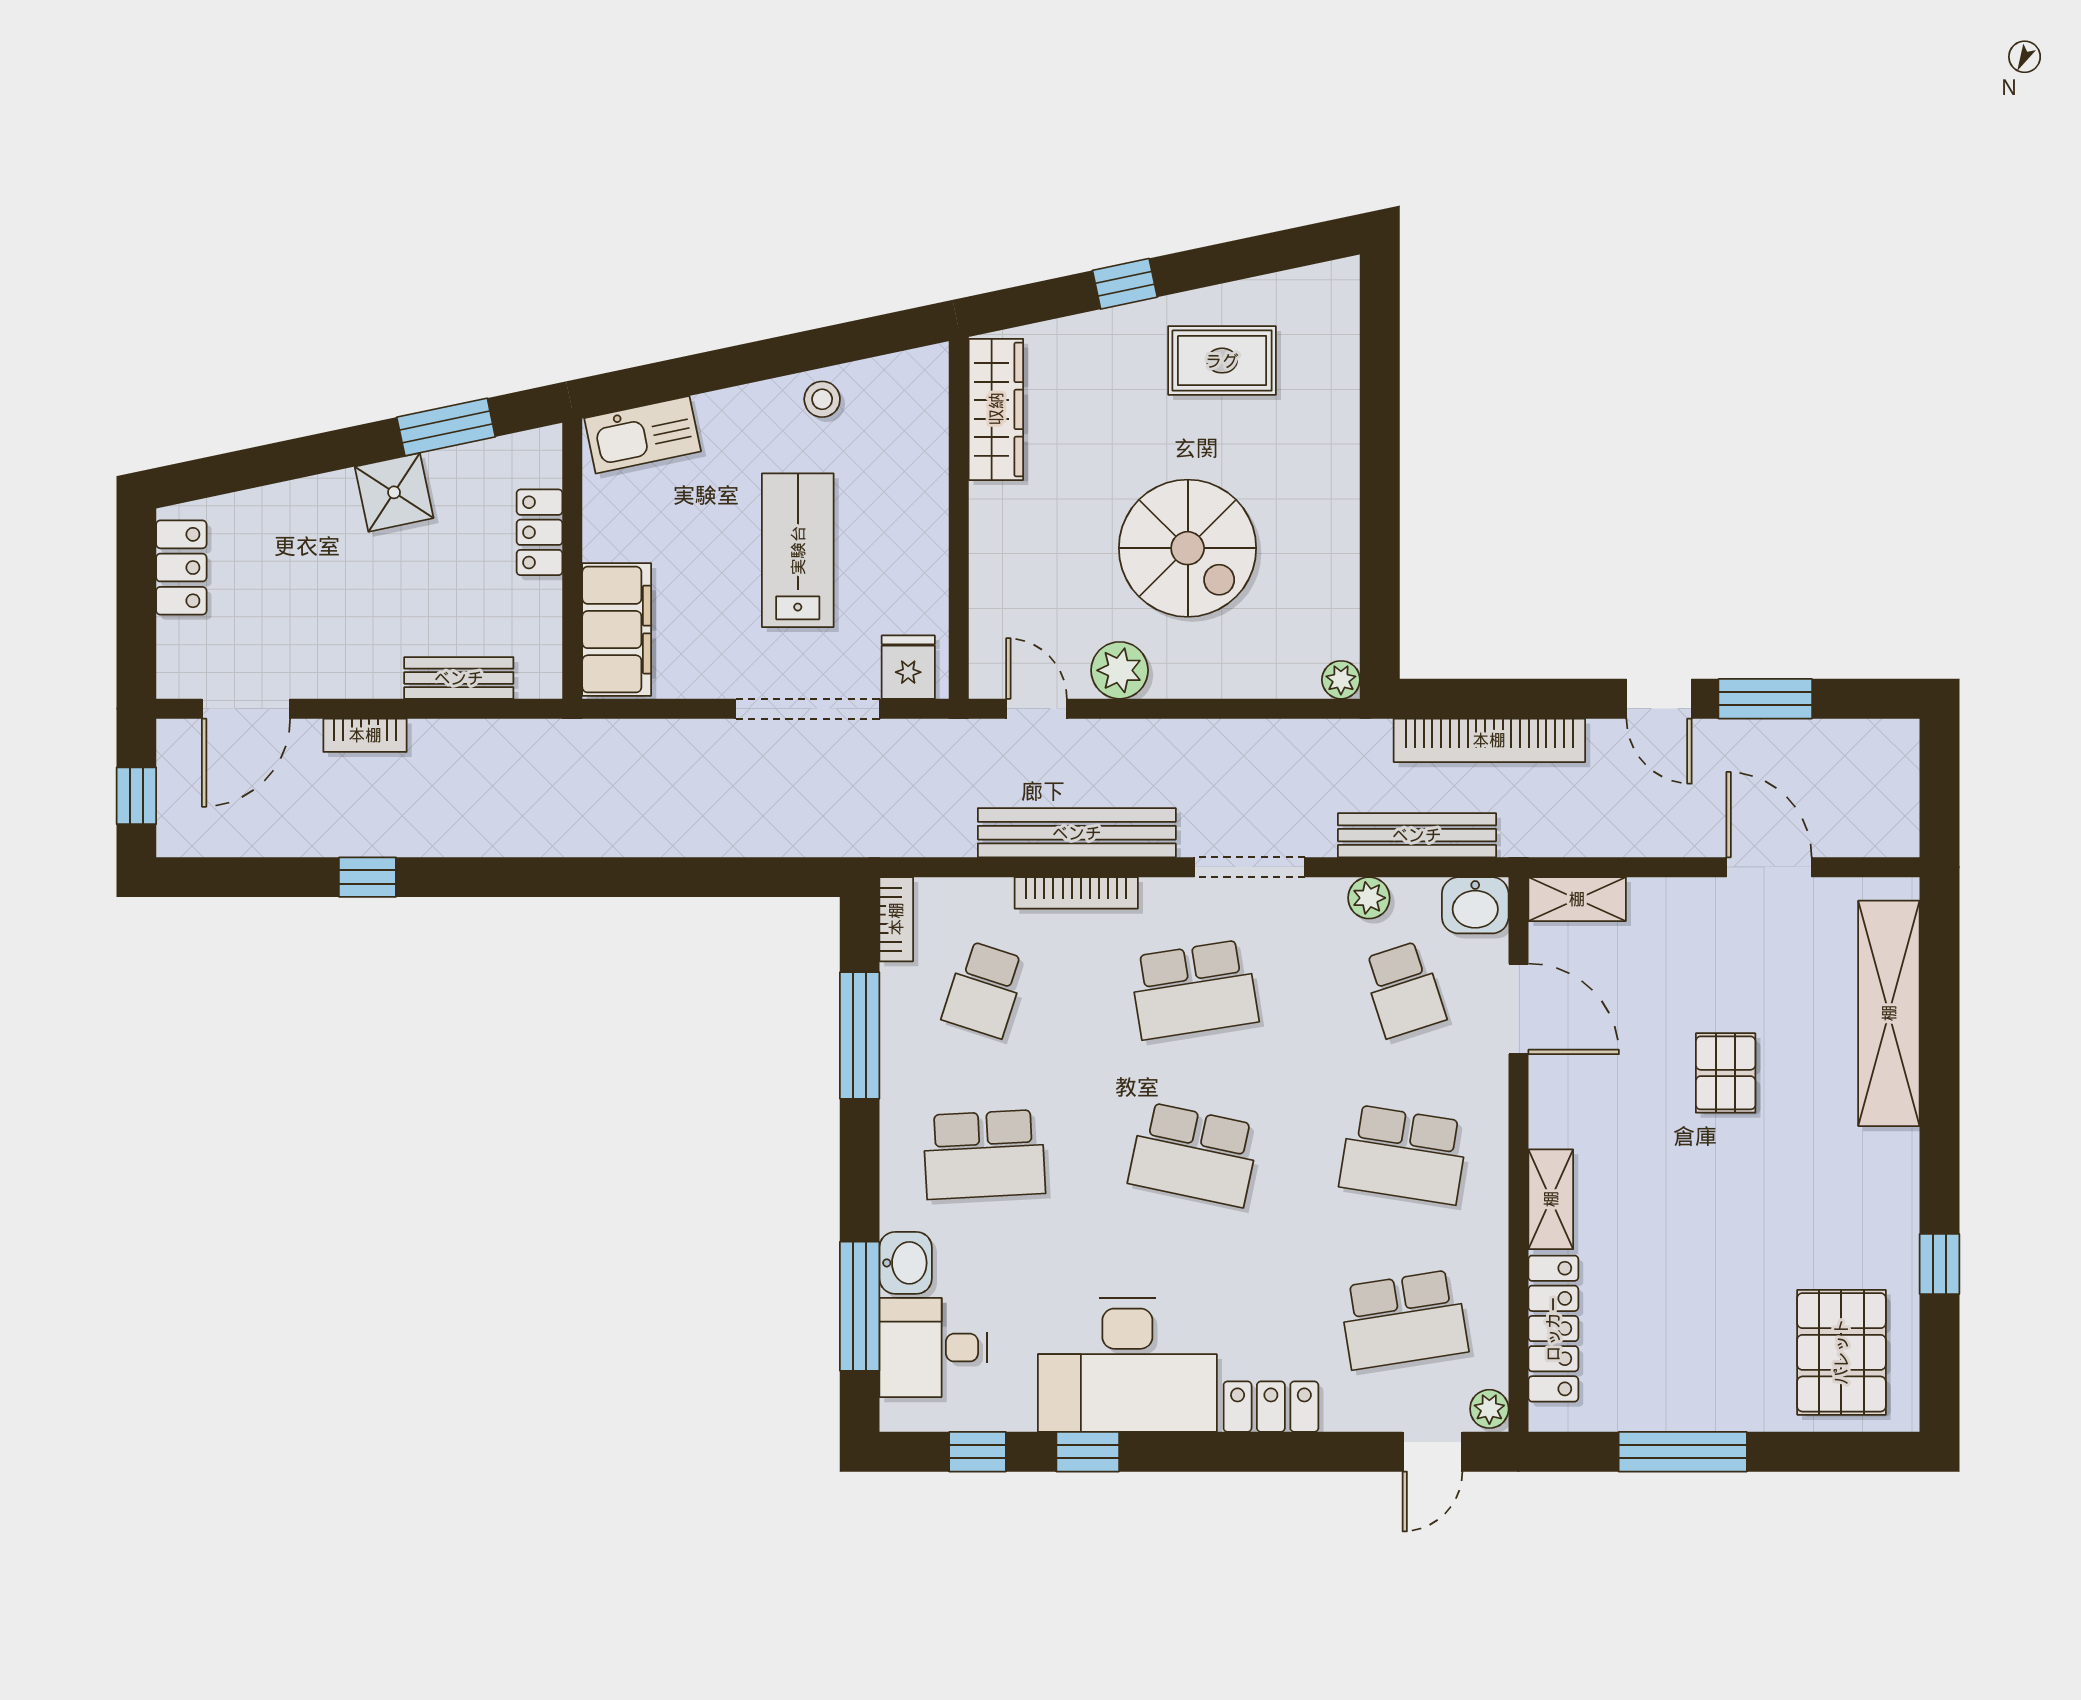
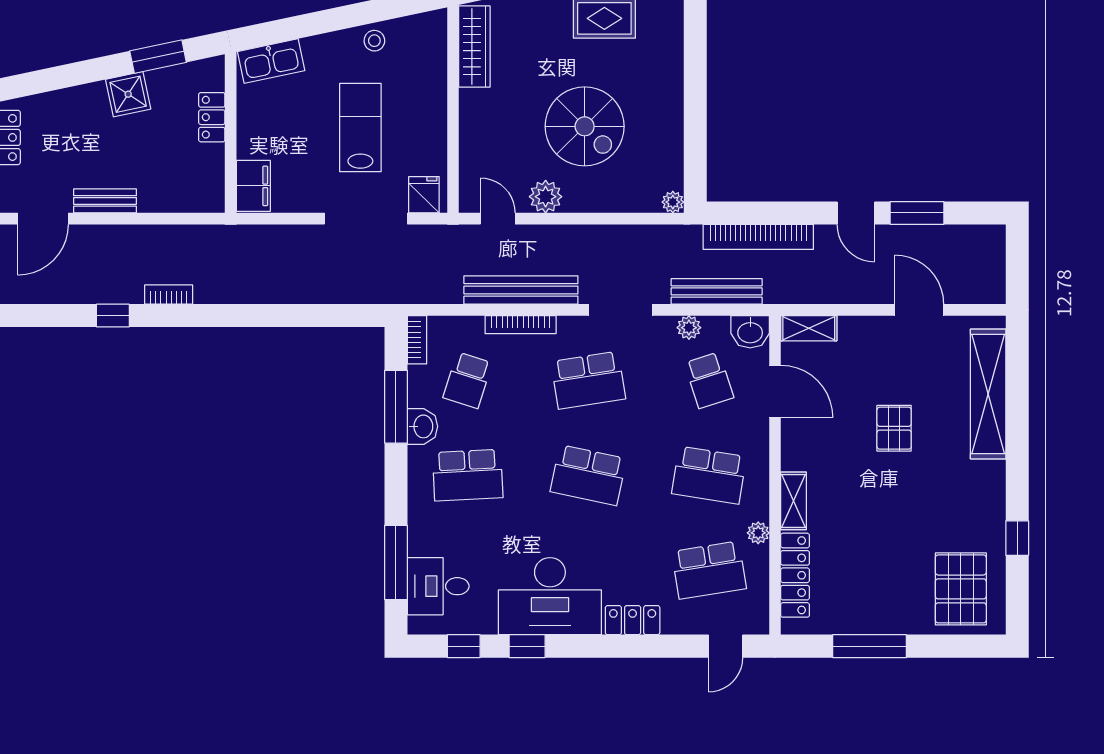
filing cabinet: (617, 630) -> (253, 186), width x0.67, depth x0.86
bench: (459, 678) -> (105, 201), moved
bookcase: (365, 735) -> (169, 295), moved, turned 180
washbasin: (906, 1263) -> (422, 426), moved
plant: (1489, 1409) -> (758, 533), moved

